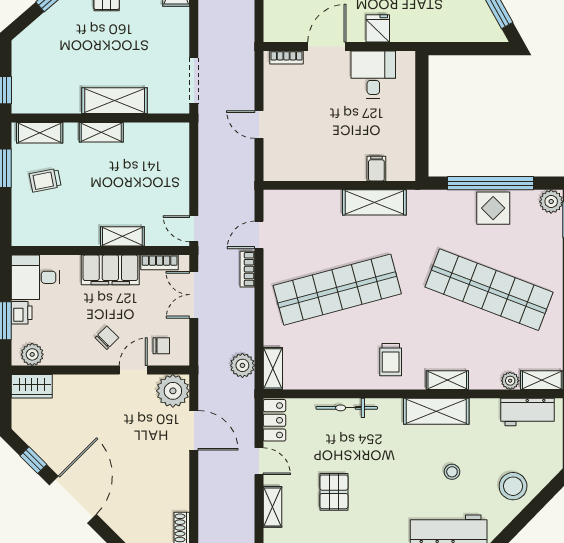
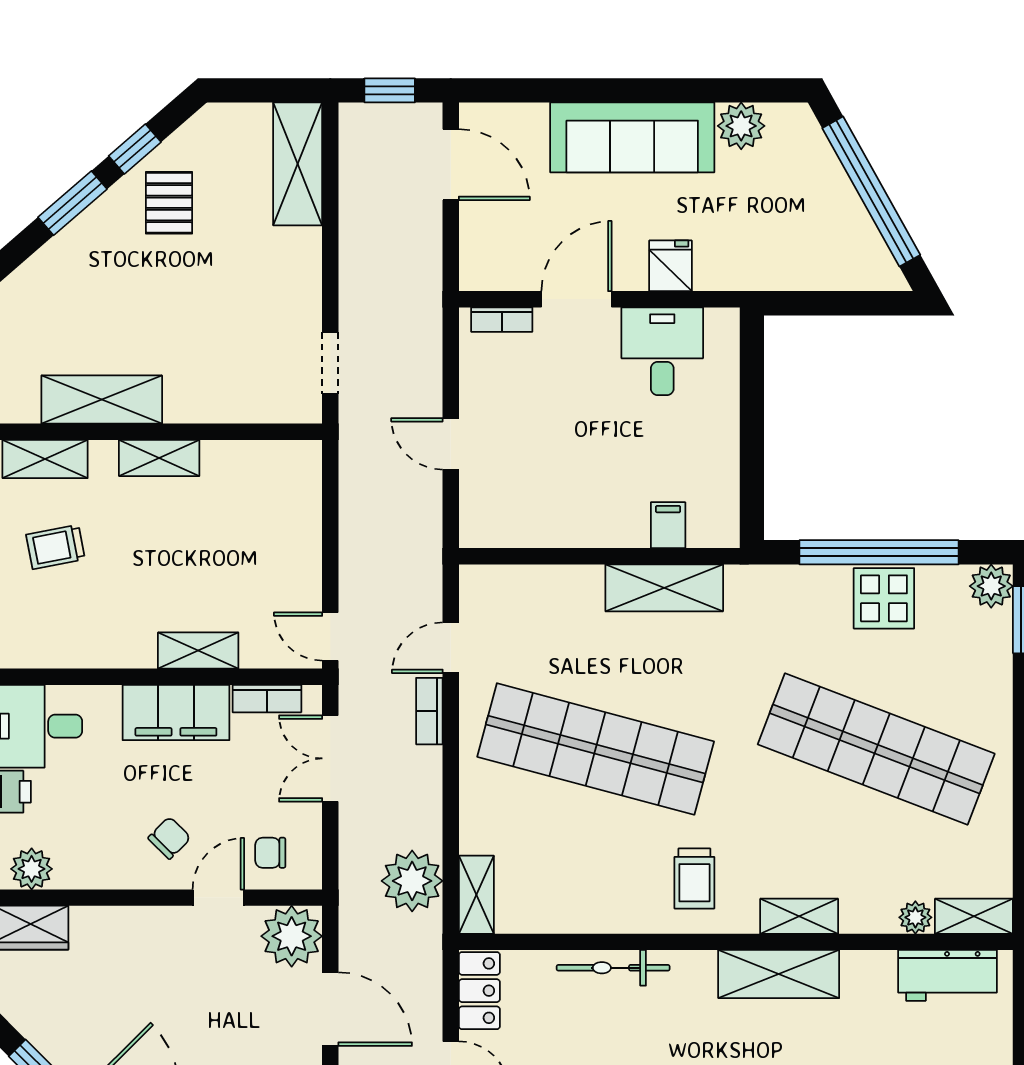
doorway: (194, 81) -> (330, 363), width x0.73
shelving: (115, 101) -> (102, 400), moved
shop shelf: (337, 290) -> (596, 749), turned 30
chair: (161, 346) -> (270, 853), turned 180
plant: (242, 365) -> (412, 881), width x1.36, depth x1.36

